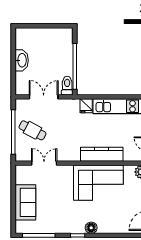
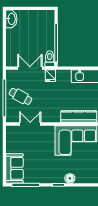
washbasin: (22, 60) -> (11, 19), moved
fridge: (86, 106) -> (50, 76), moved
sofa: (25, 202) -> (14, 168), moved

